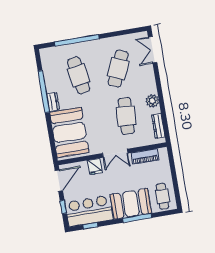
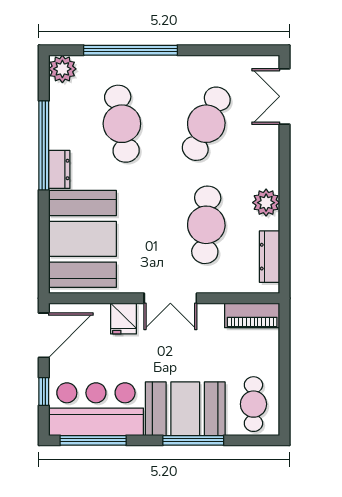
plant: (46, 54) -> (62, 69), added
piano: (145, 156) -> (252, 315), moved
window: (90, 226) -> (93, 440), width x2.17

